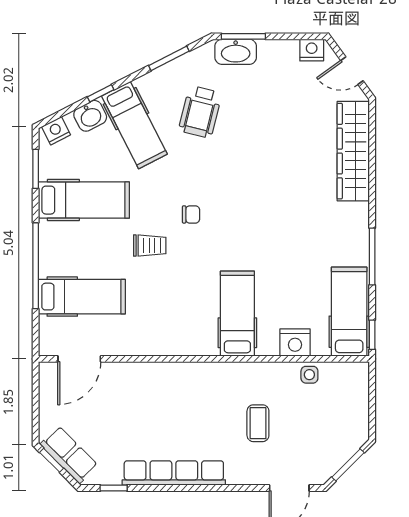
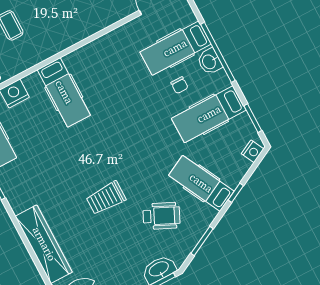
wheelchair: (200, 112) -> (162, 216), turned 101
washbasin: (90, 116) -> (209, 62), moved, turned -63
chair: (191, 214) -> (179, 85), moved, turned -90
trolley: (150, 246) -> (106, 198), moved, width x1.36, depth x1.39

